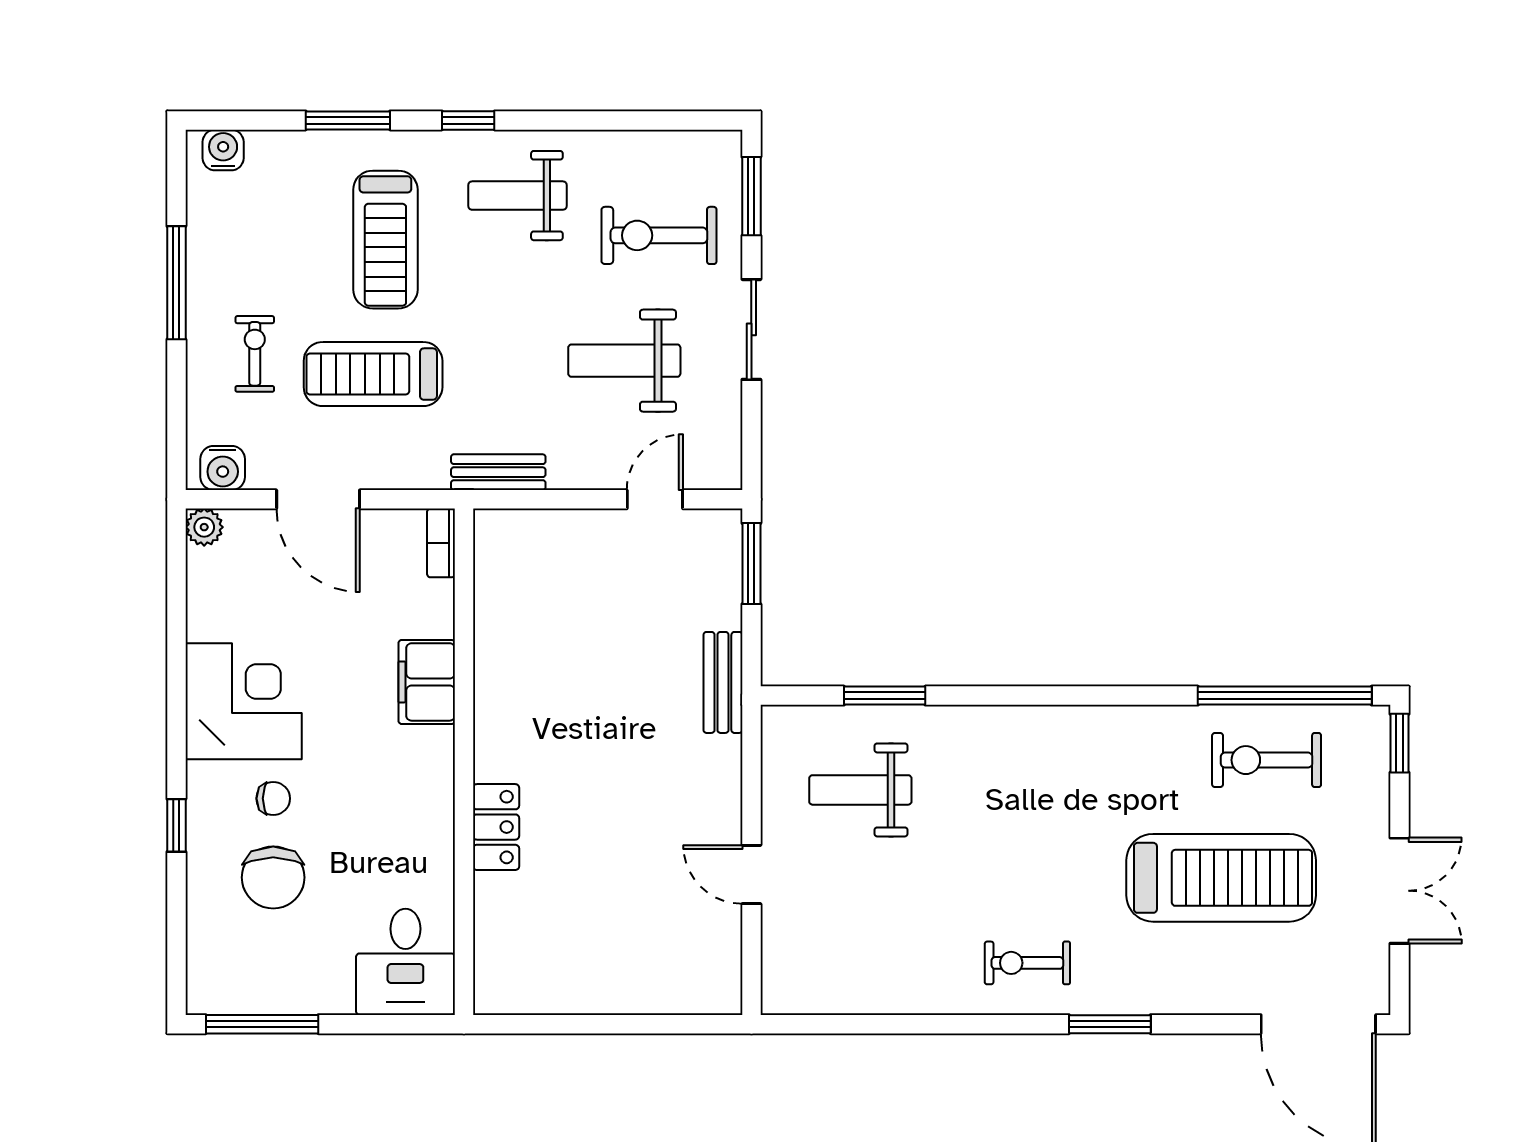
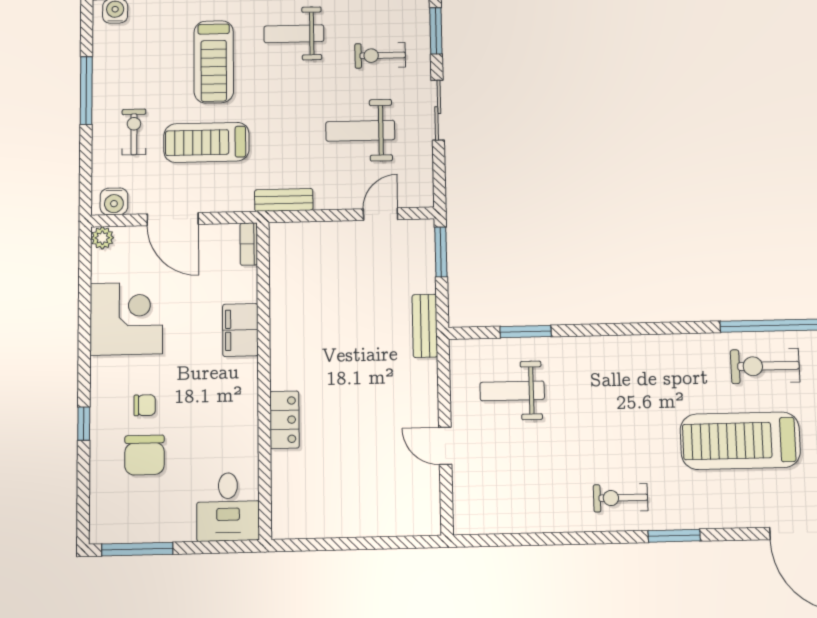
exercise bike: (659, 235) -> (380, 55), width x0.73, depth x0.72
corner desk: (244, 701) -> (126, 319), moved
treadmill: (1221, 878) -> (740, 441), turned 180

